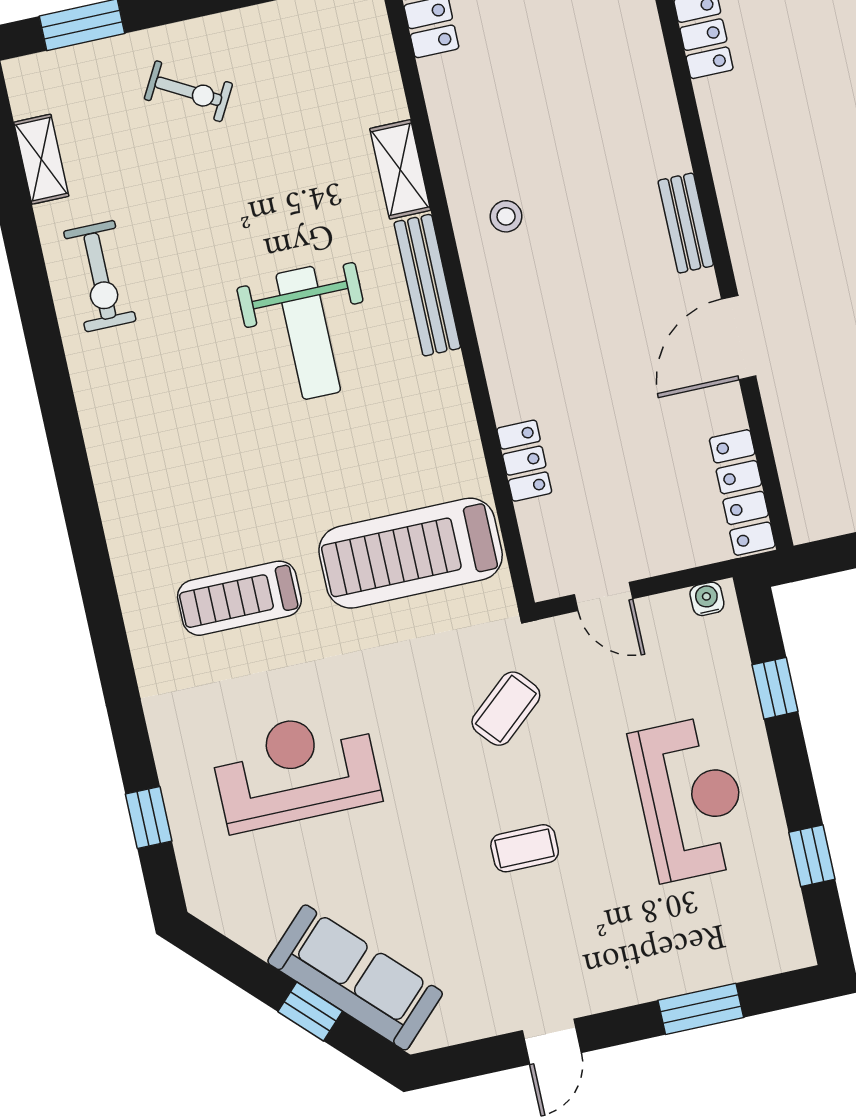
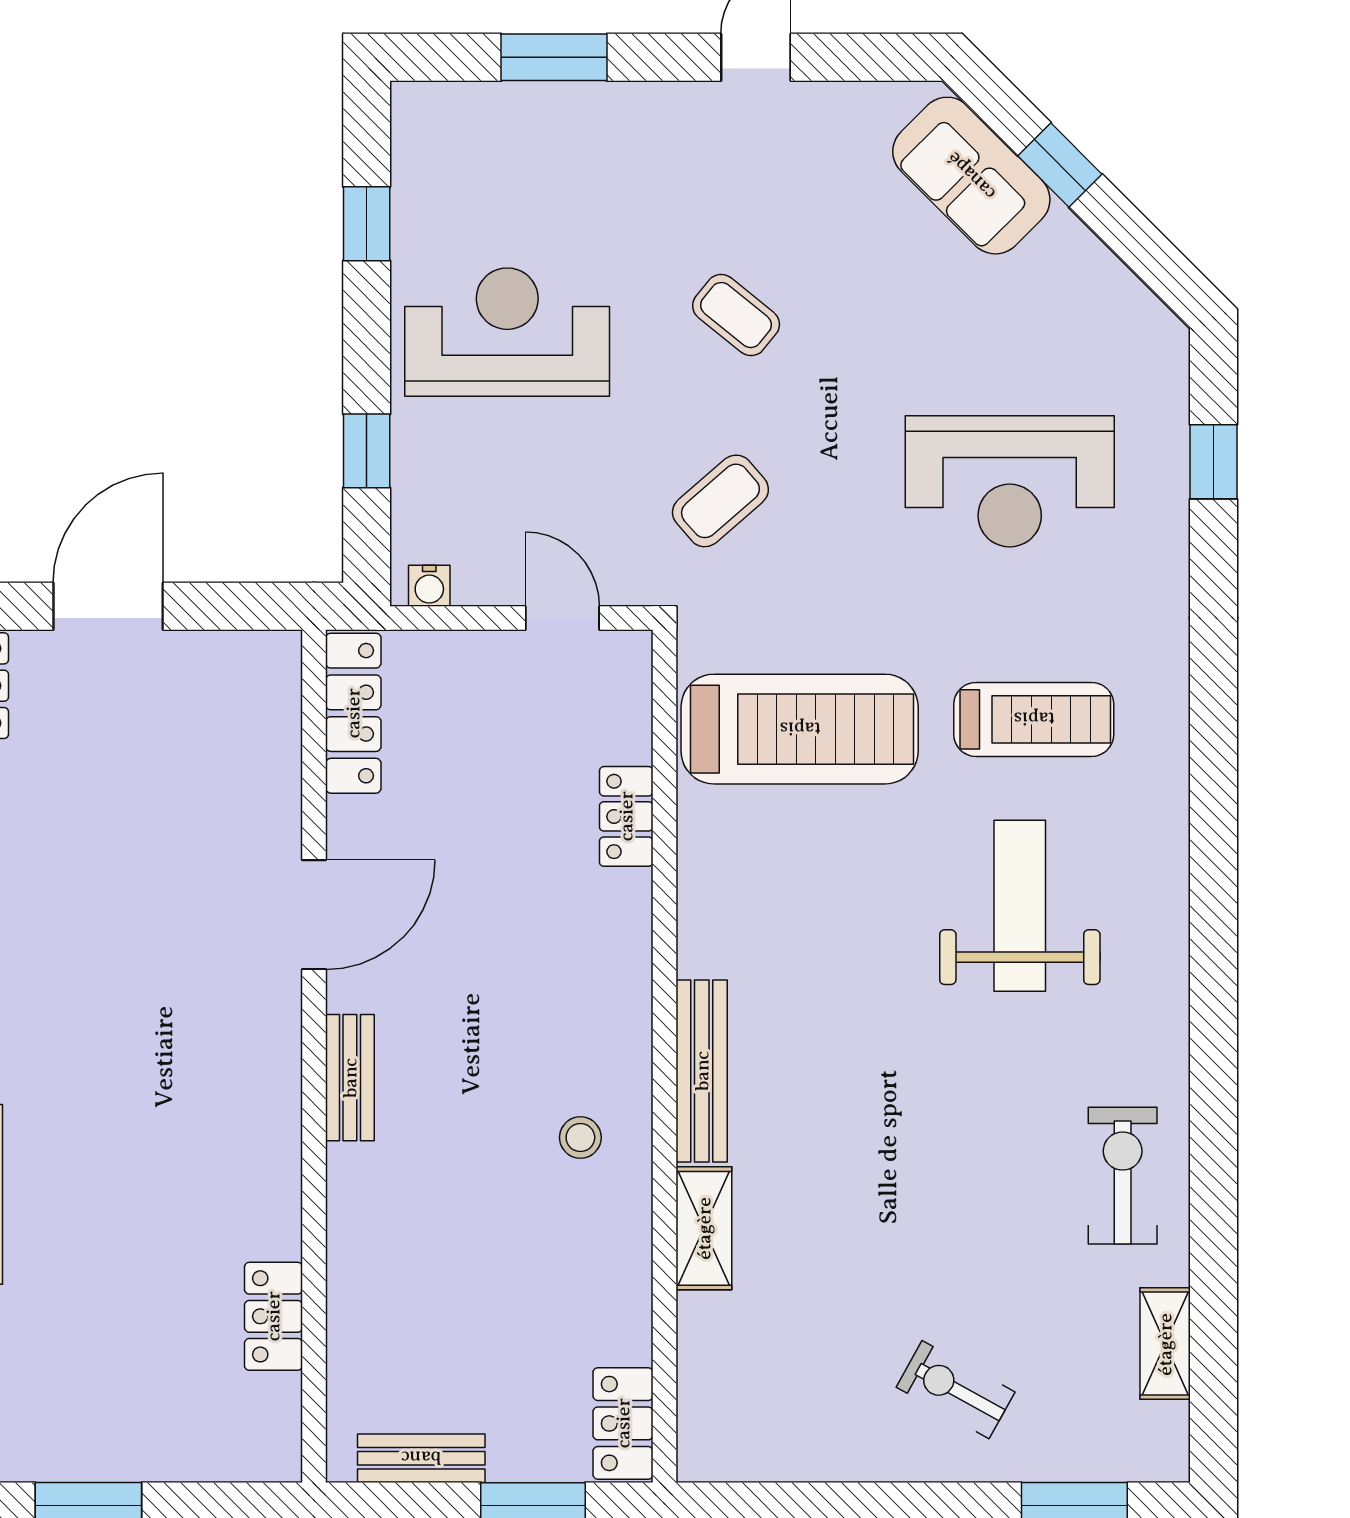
weight bench: (308, 333) -> (1020, 906), moved
reception desk: (691, 799) -> (507, 332), turned 90
coffee table: (525, 848) -> (736, 315), turned 39
sofa: (355, 977) -> (971, 176), width x0.73

